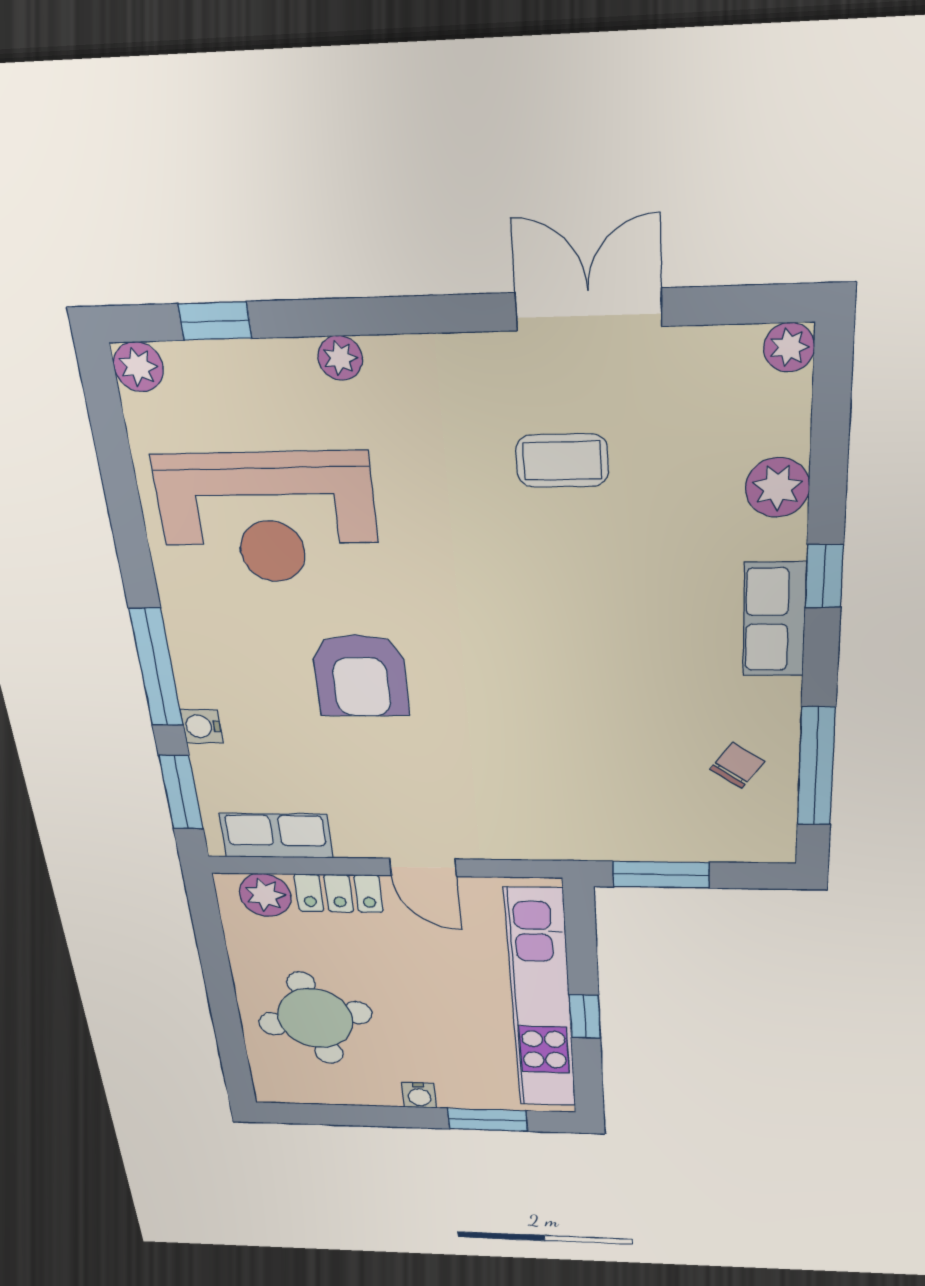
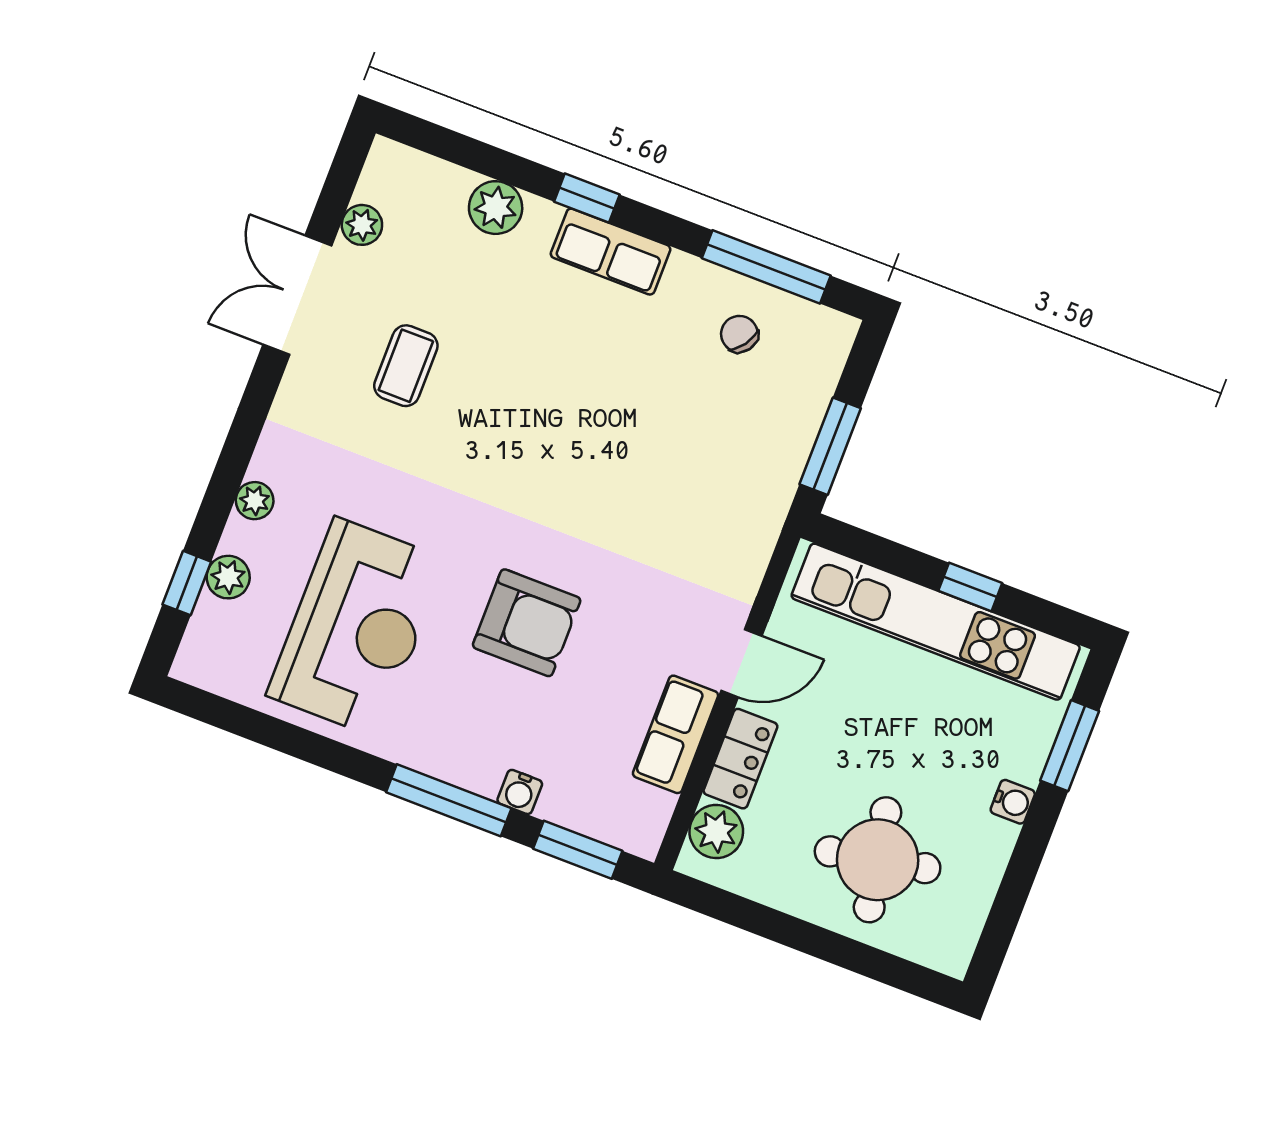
plant: (789, 347) -> (362, 225), moved
plant: (138, 367) -> (228, 577), moved
row of seats: (276, 836) -> (676, 734), moved

